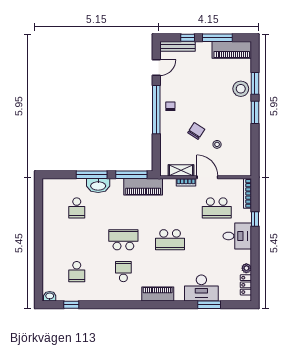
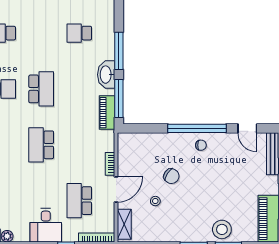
shelving: (181, 170) -> (124, 224), moved
washbasin: (98, 185) -> (106, 75), moved
piano: (143, 187) -> (107, 113), width x0.73, depth x0.75

